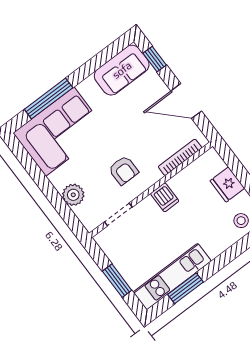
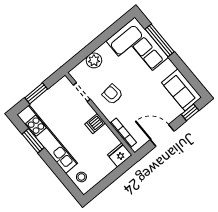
door: (186, 101) -> (162, 135), hinge flipped
armchair: (123, 170) -> (112, 94), turned 83
fridge: (227, 184) -> (120, 155), moved
kitchen unit: (172, 277) -> (47, 139), width x1.36

